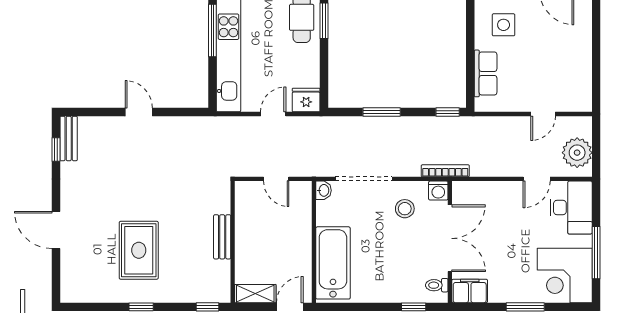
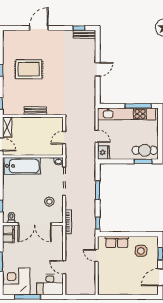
door: (543, 114) -> (97, 255), moved
plant: (577, 153) -> (77, 287), removed
washing machine: (438, 191) -> (58, 218), removed

